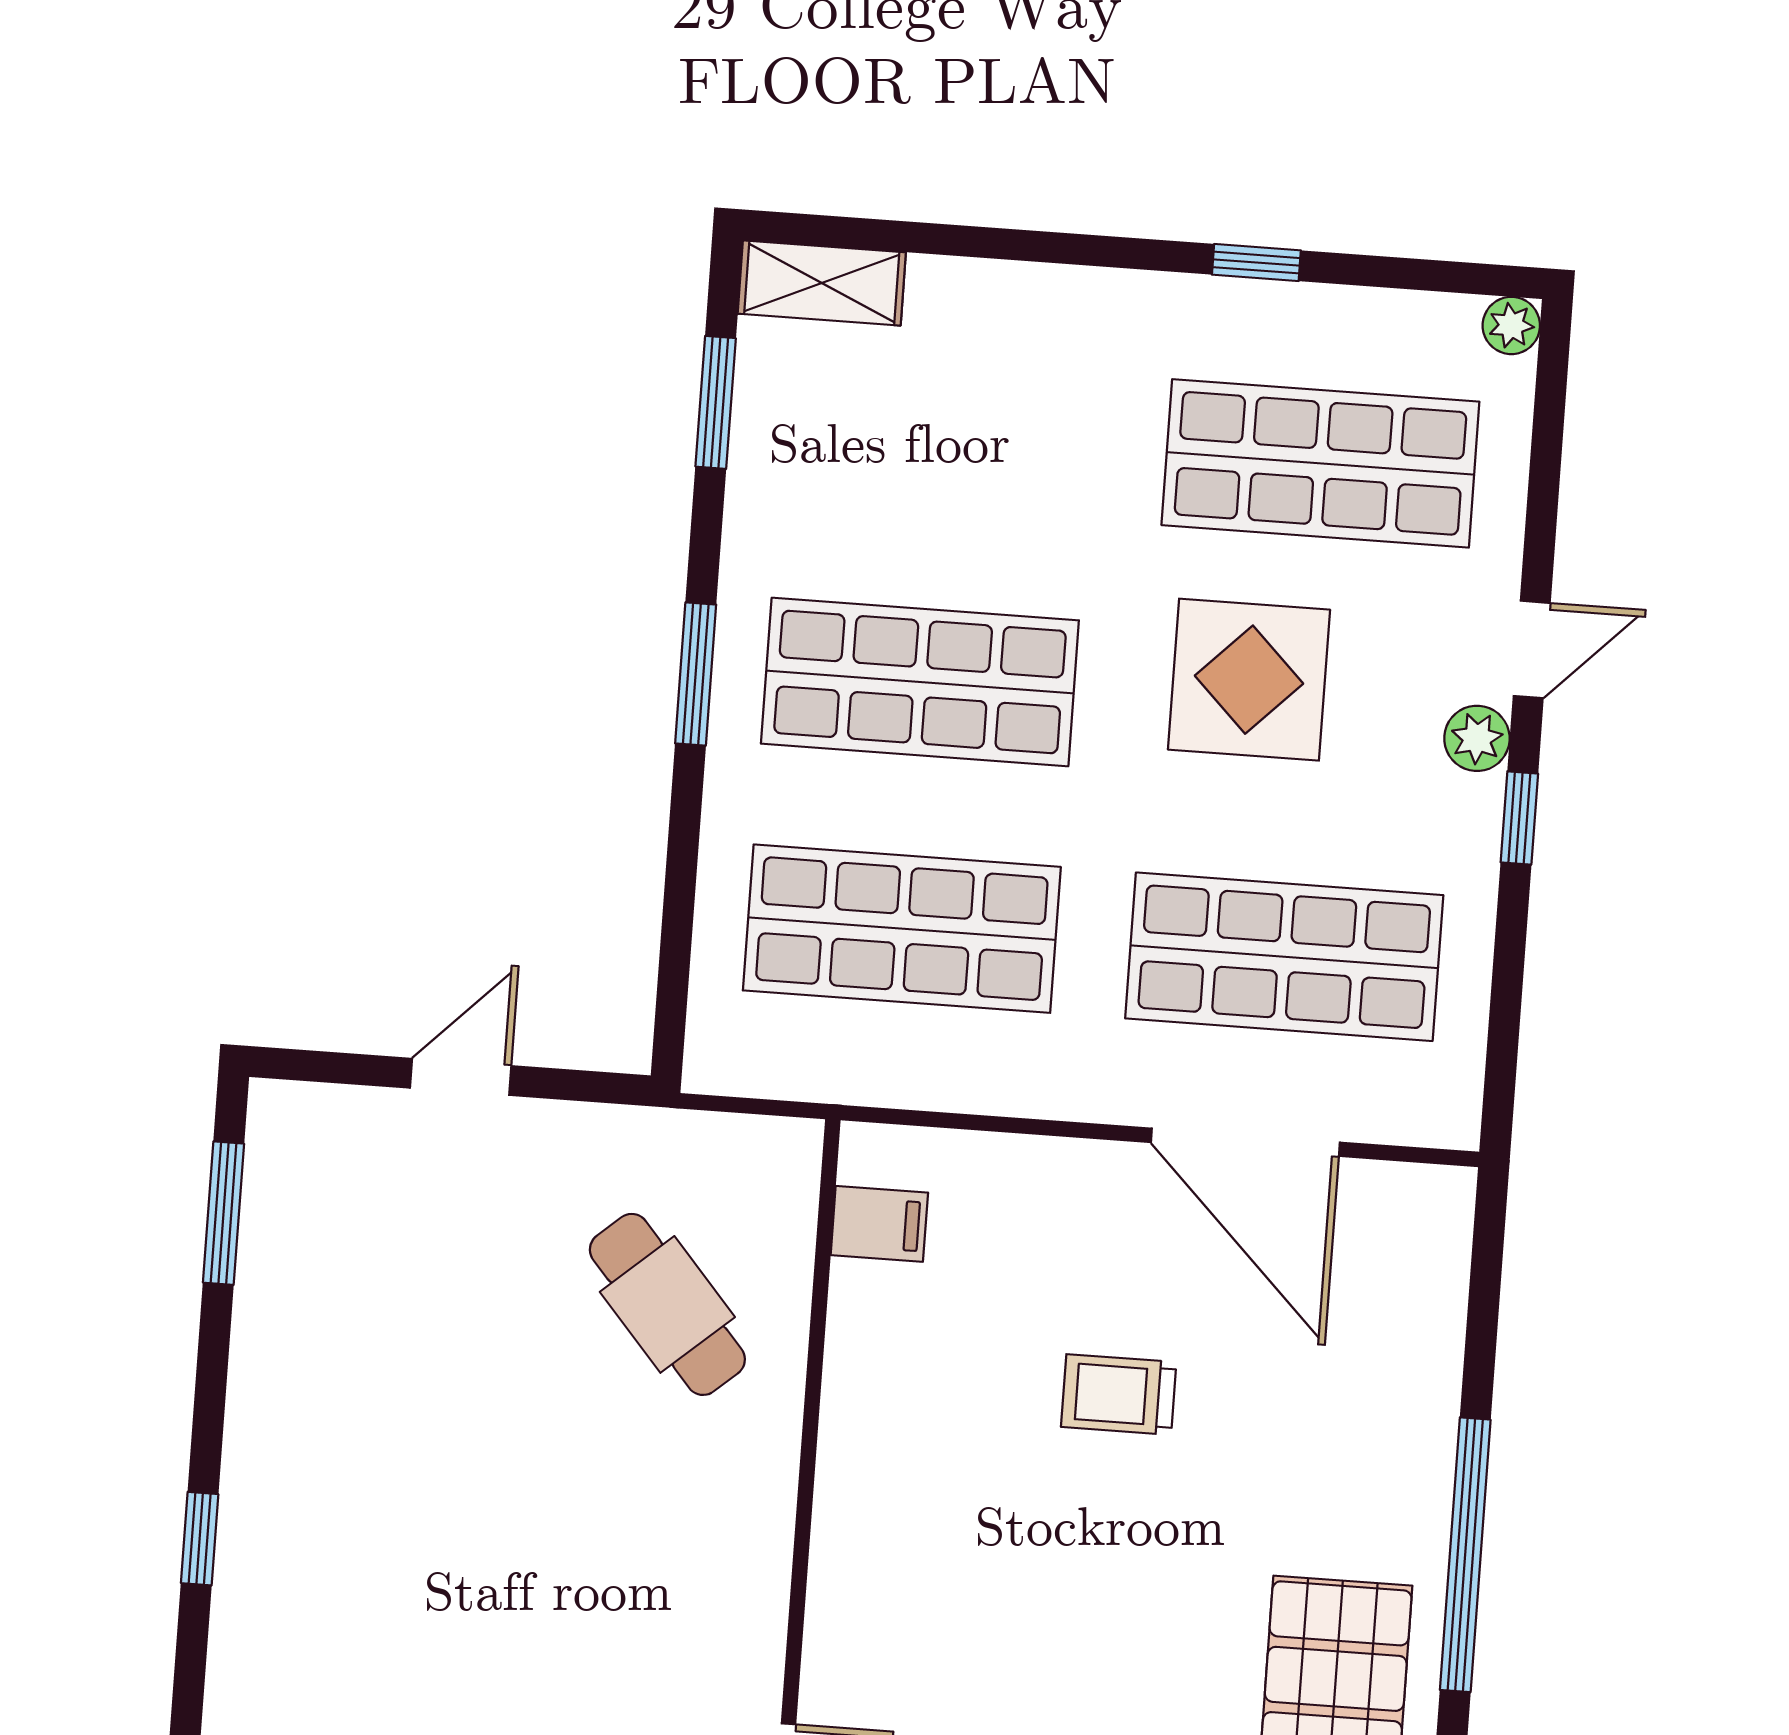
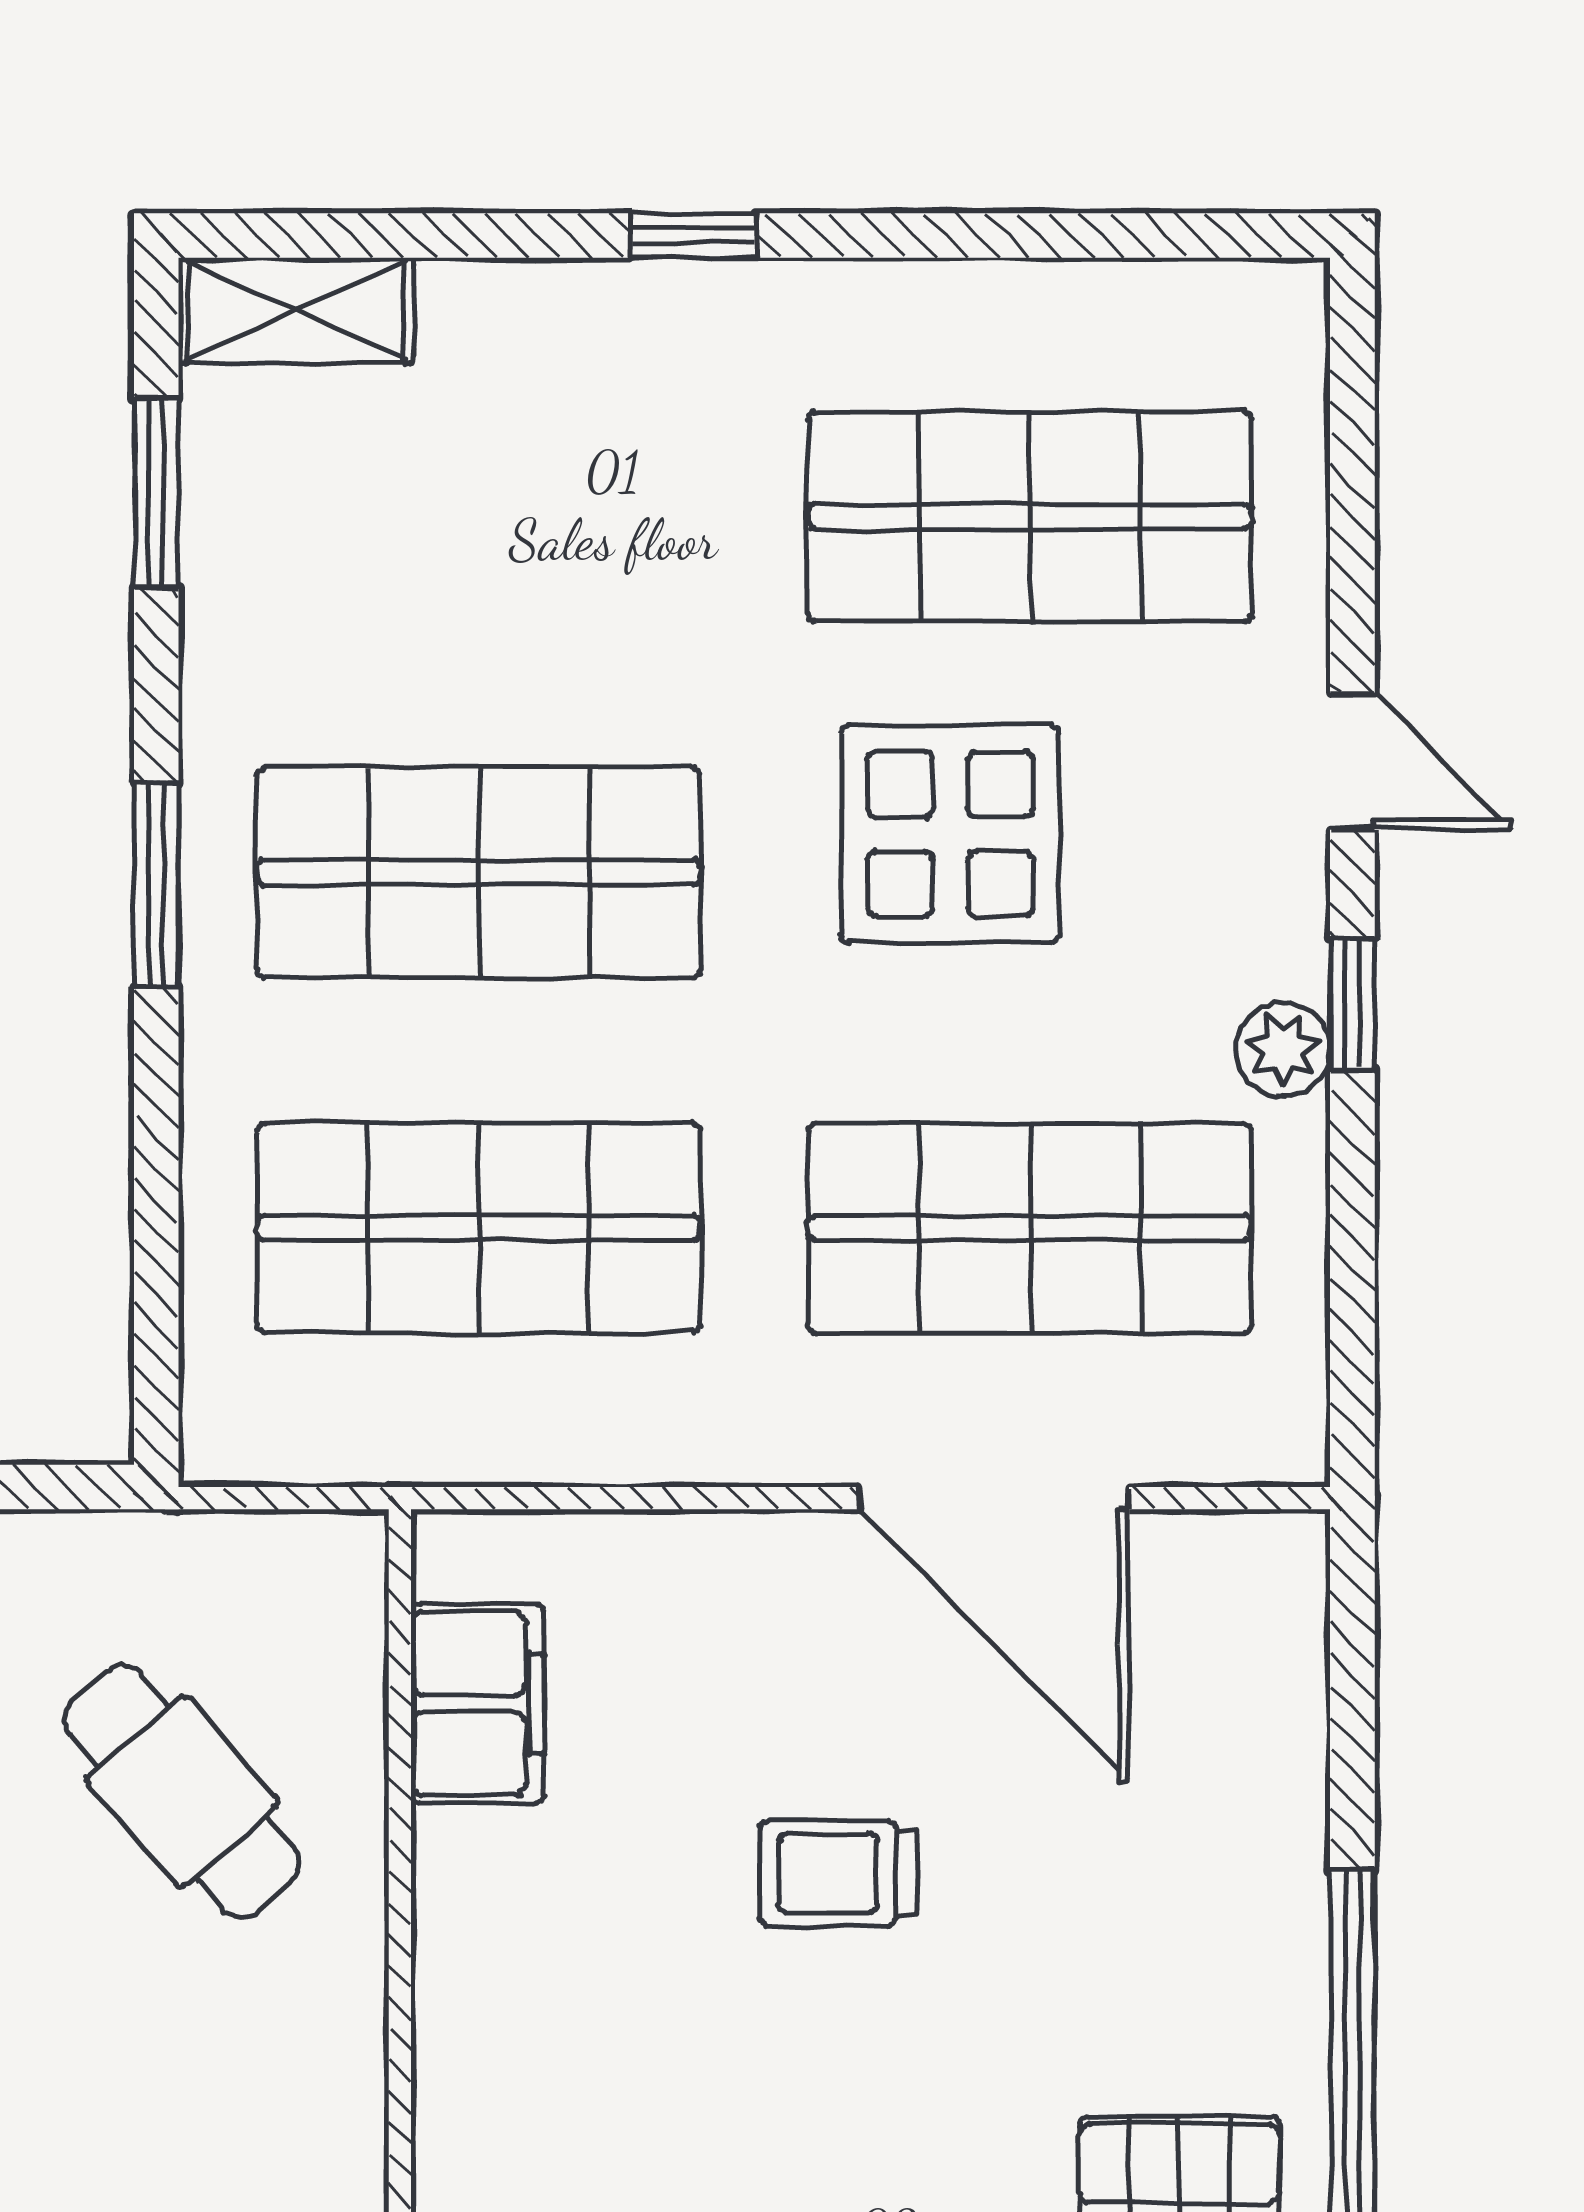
window: (1256, 263) -> (693, 235), moved
plant: (1511, 325) -> (1289, 299), removed
door: (1532, 649) -> (1352, 761), hinge flipped
plant: (1477, 738) -> (1283, 1049), moved
filing cabinet: (879, 1224) -> (477, 1703), width x2.00

